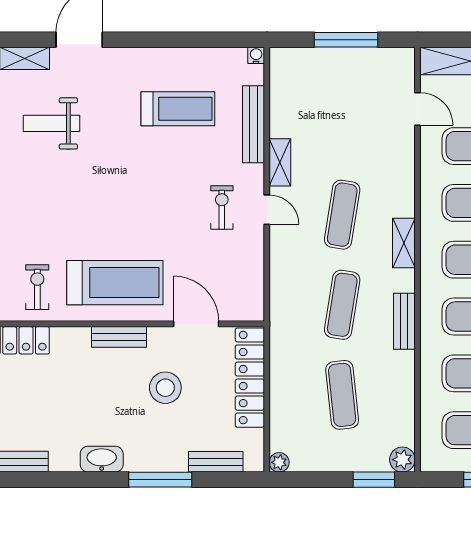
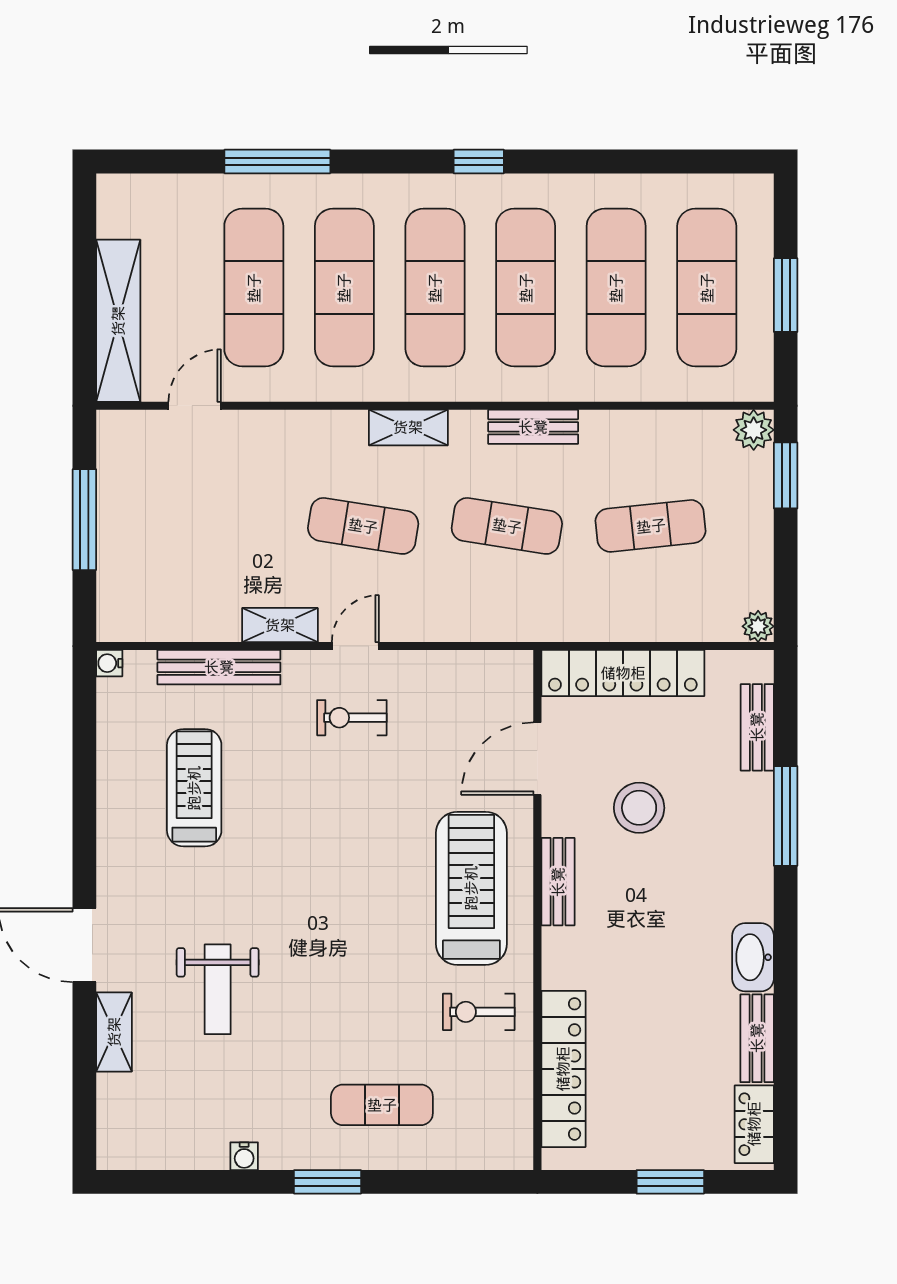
washbasin: (102, 459) -> (753, 957), moved

